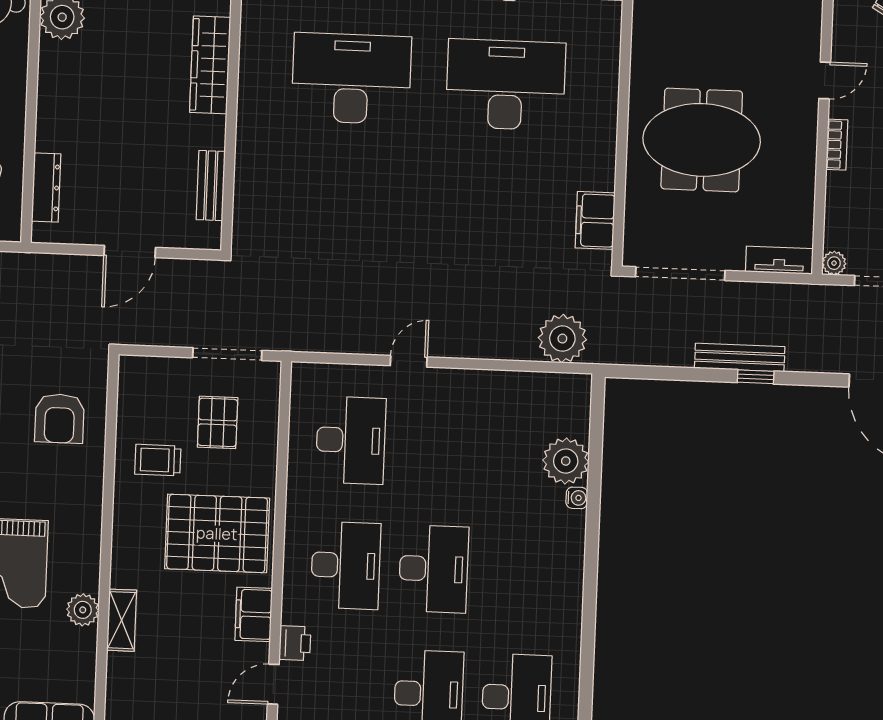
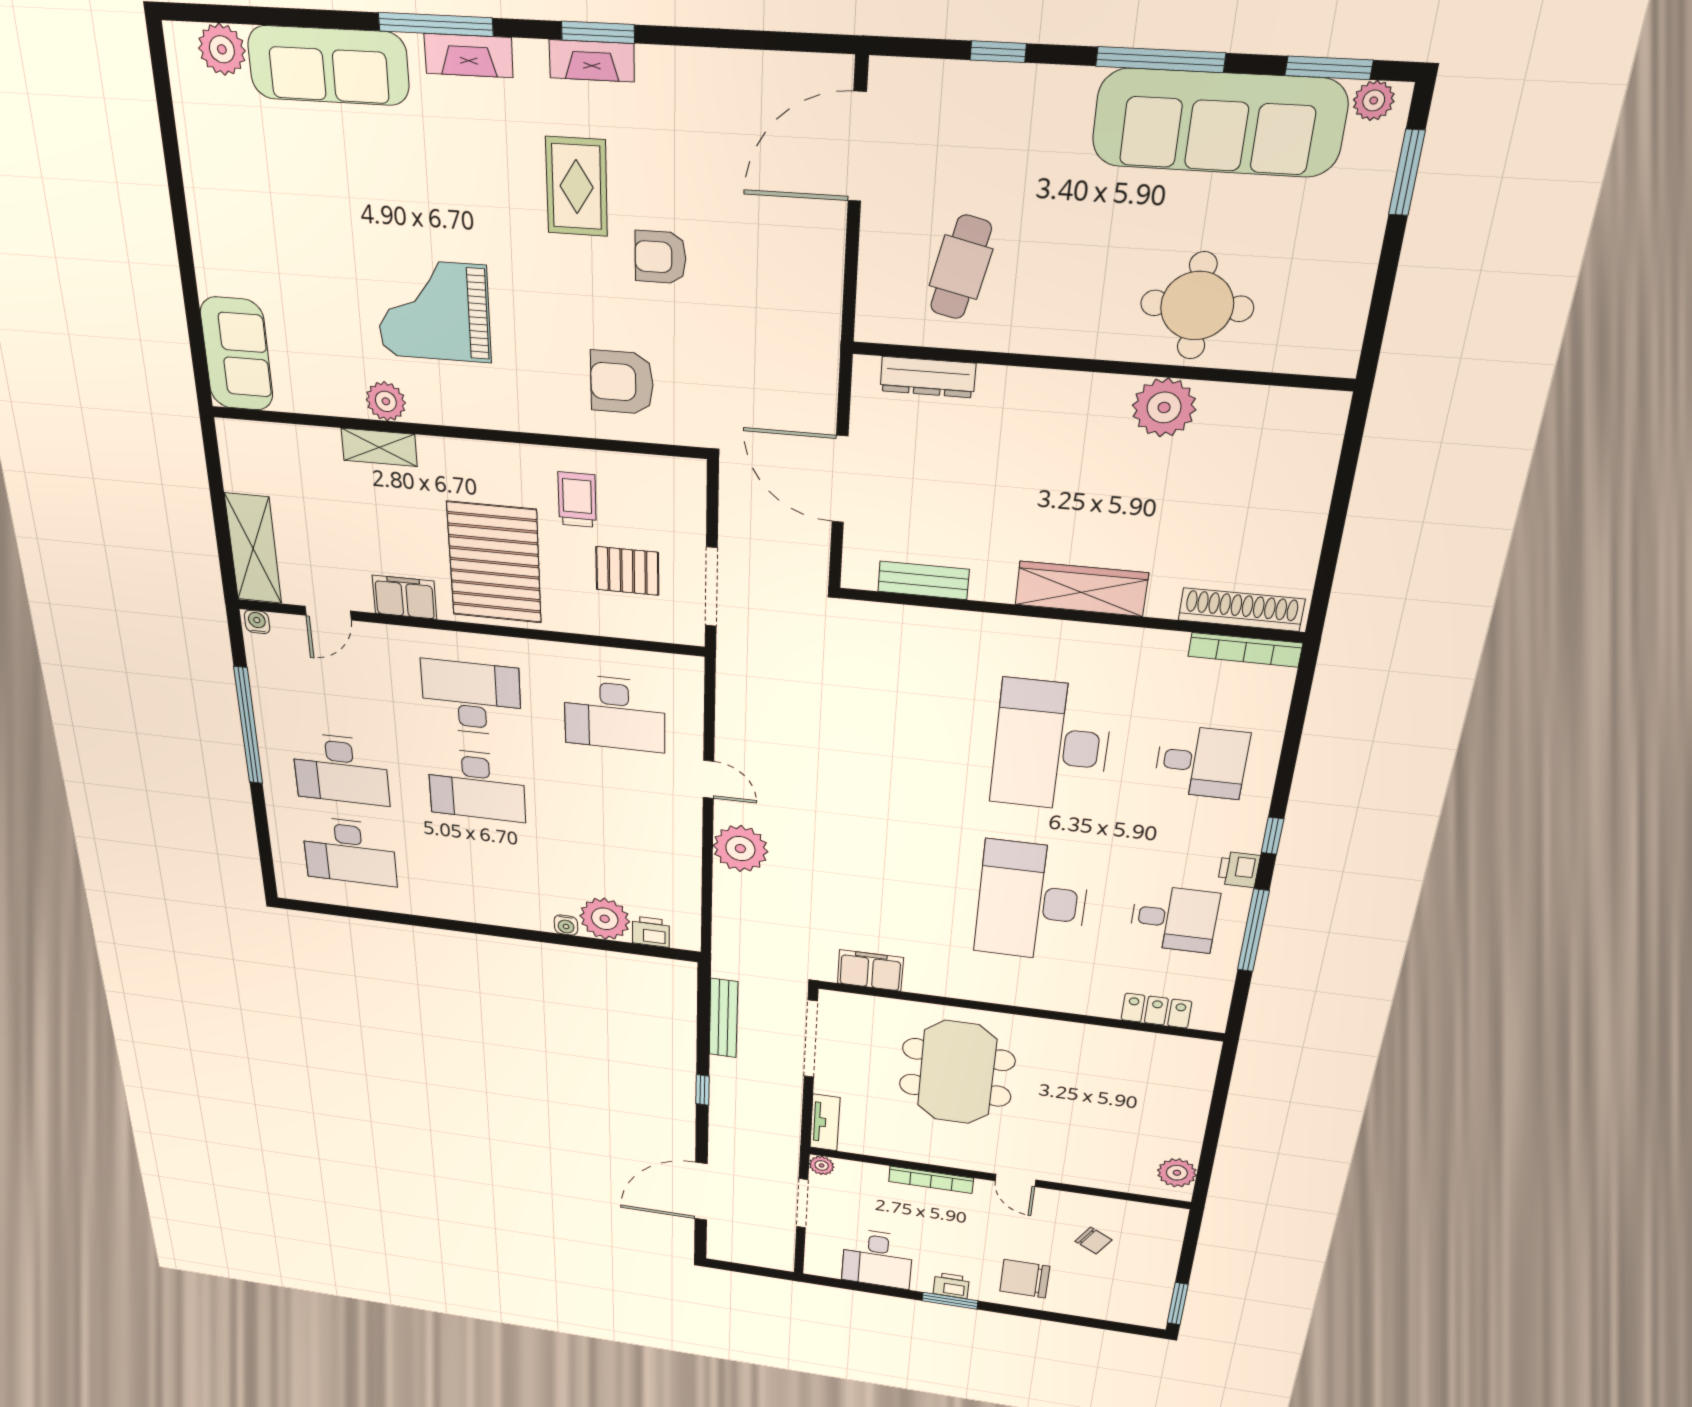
desk: (351, 79) -> (1051, 746), turned 180
desk: (506, 85) -> (1032, 902), turned 180
bookcase: (837, 145) -> (931, 1180), width x1.56
door: (130, 251) -> (840, 479), width x1.36
plant: (562, 339) -> (740, 849), moved
bench: (740, 357) -> (723, 1018), moved
desk: (346, 565) -> (471, 698), turned 180
printer: (295, 643) -> (651, 932), moved, turned 180
door: (273, 684) -> (328, 613), swing flipped

